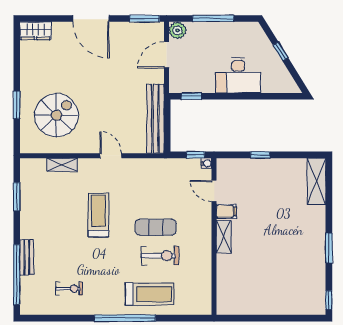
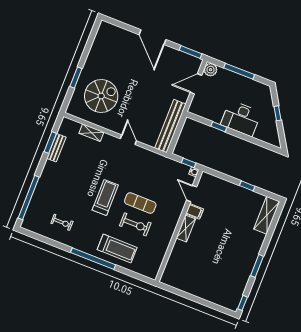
wardrobe: (35, 31) -> (110, 30), removed
window: (191, 96) -> (219, 127), moved
window: (260, 155) -> (247, 186), moved
treadmill: (98, 215) -> (105, 197), moved
bench: (27, 257) -> (56, 148), moved

